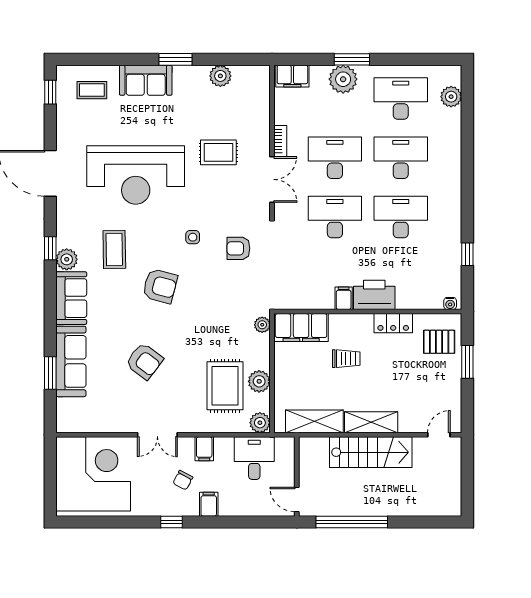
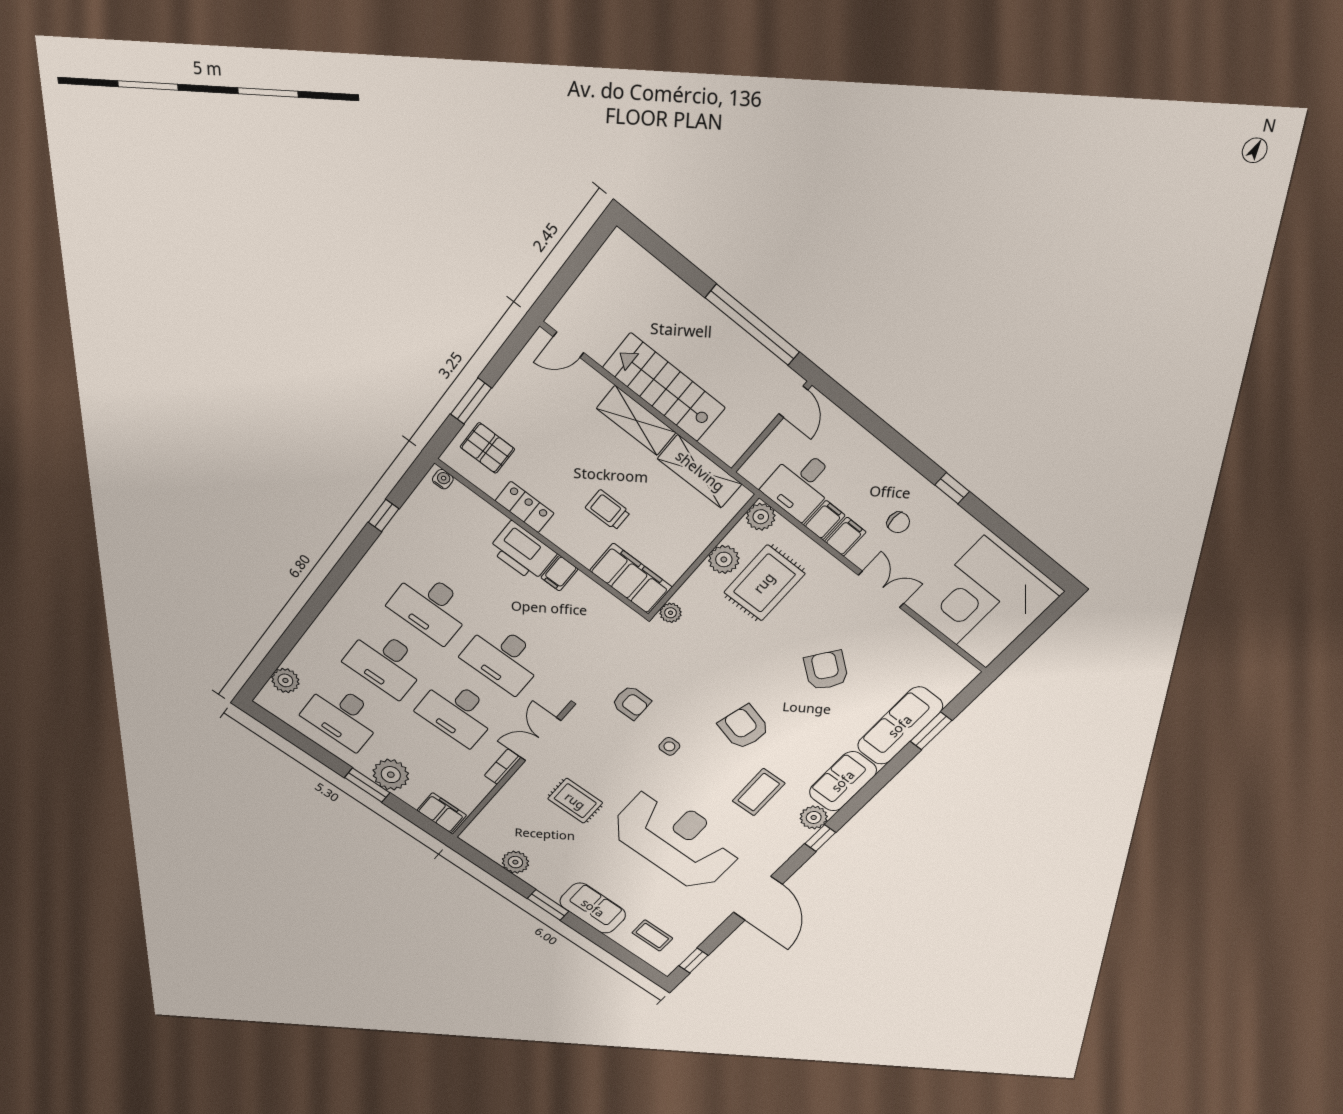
chair: (183, 480) -> (898, 522), turned 62
filing cabinet: (209, 504) -> (824, 520), moved, turned 180

